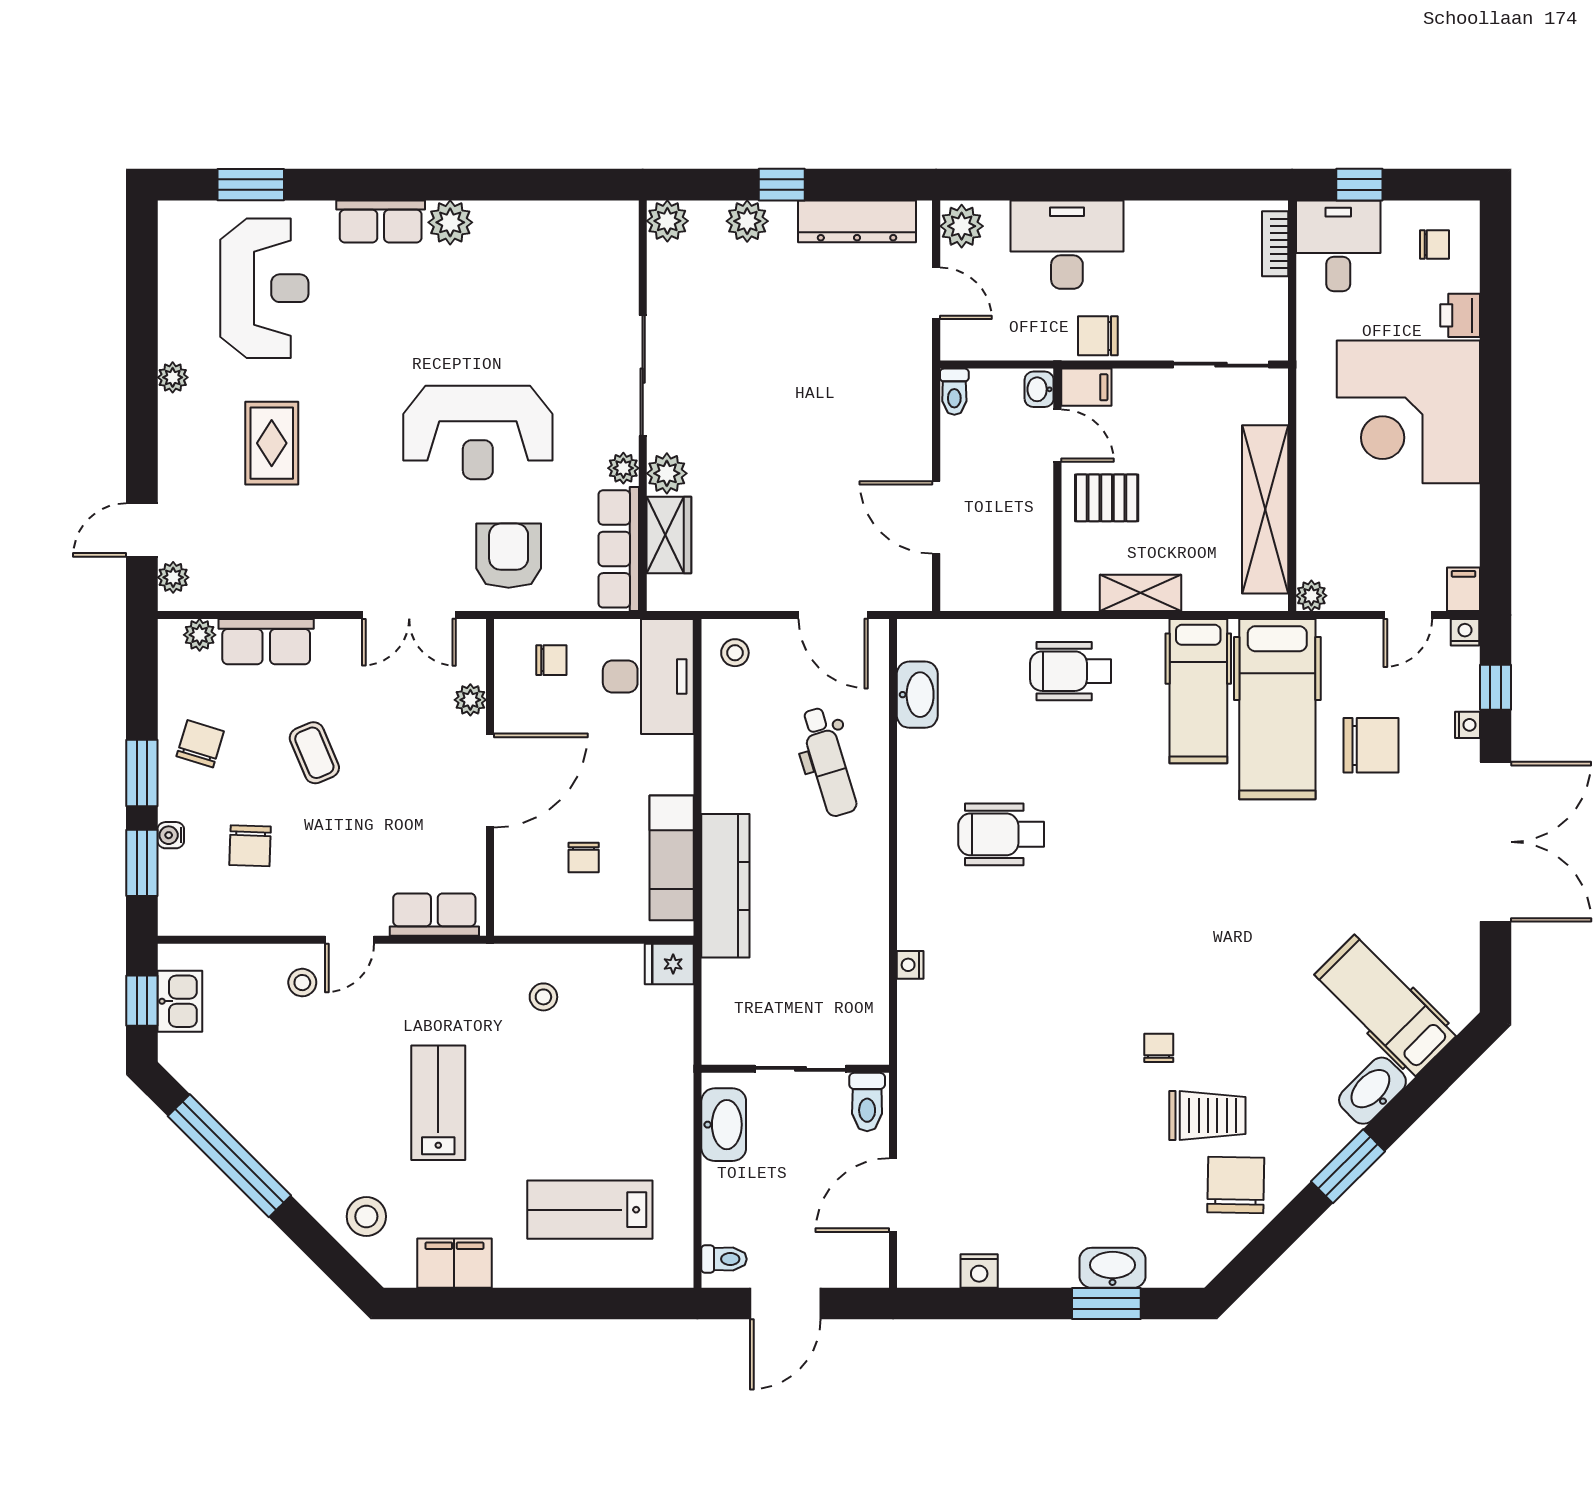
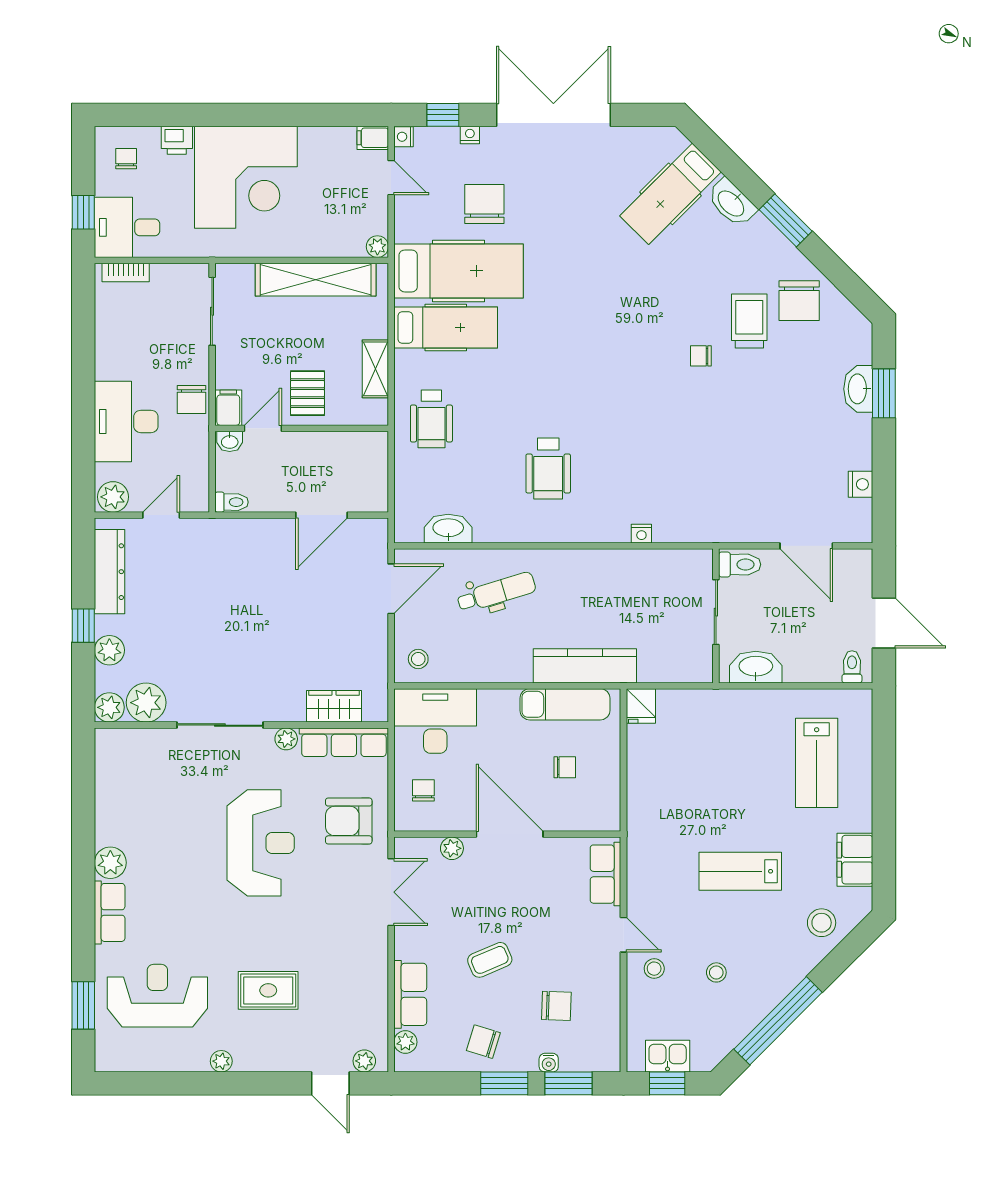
plant: (667, 473) -> (146, 703), moved, width x1.36, depth x1.36
stool: (543, 997) -> (716, 972), moved
chair: (1236, 1185) -> (799, 301), turned -91

